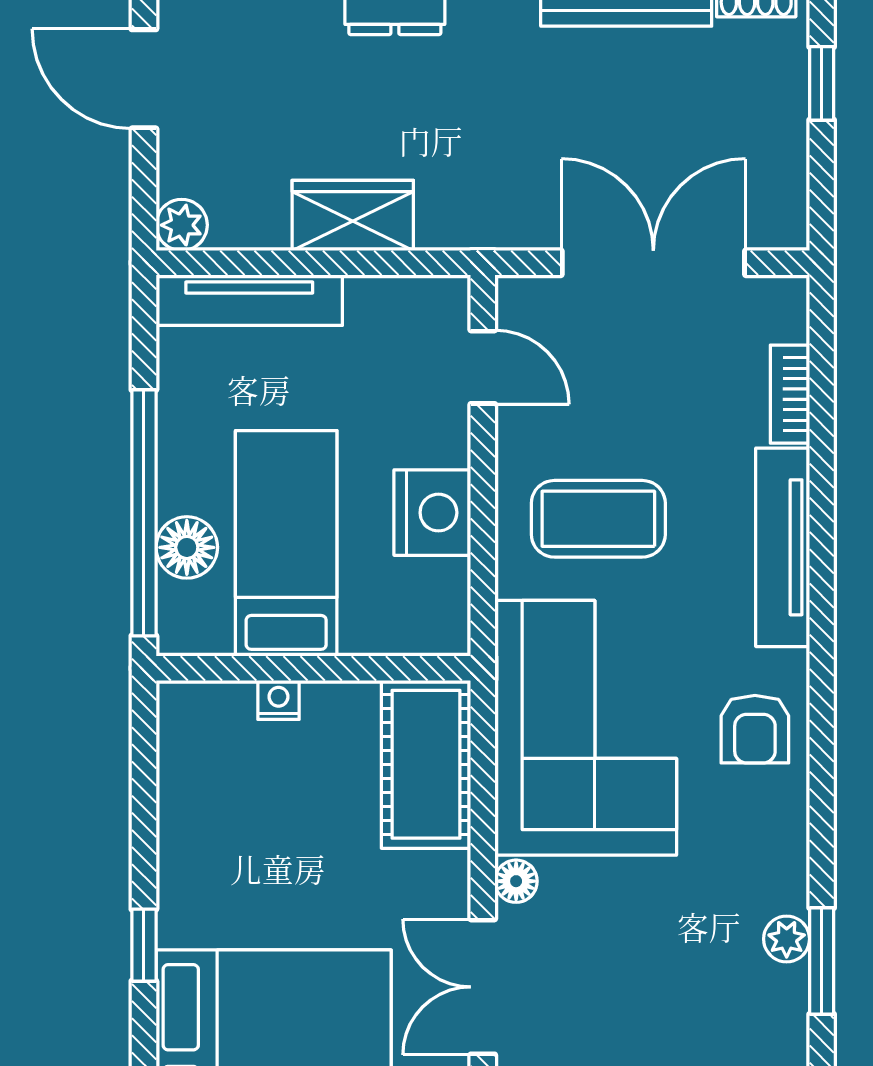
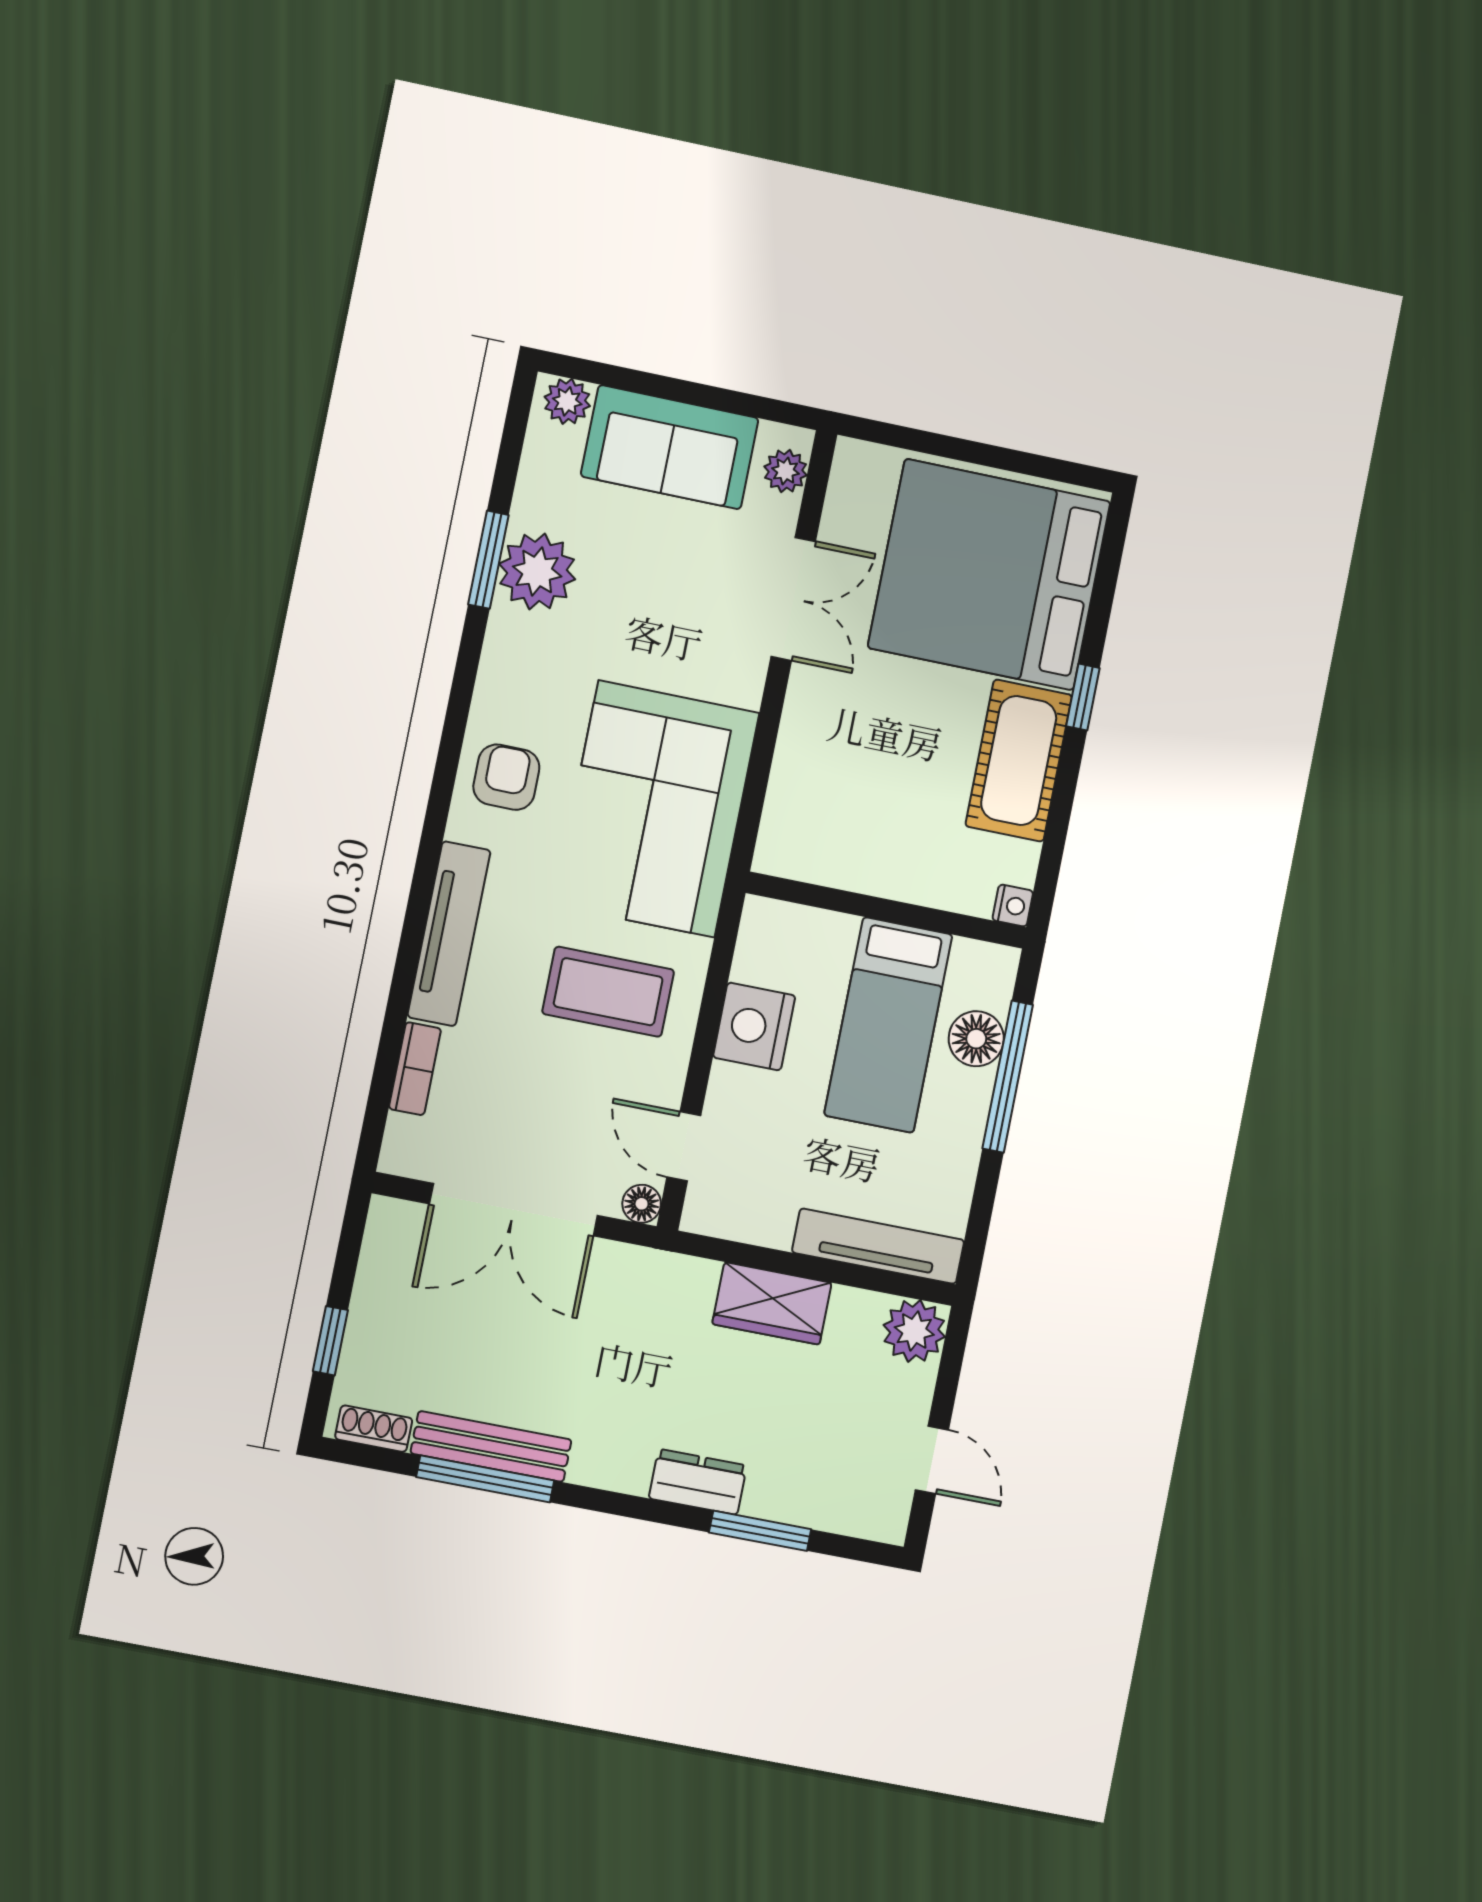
door: (144, 79) -> (932, 1460), width x0.73
plant: (182, 225) -> (914, 1331), width x1.38, depth x1.38
window: (144, 513) -> (1008, 1077), width x0.68
nightstand: (278, 700) -> (1013, 906), moved, turned -90
cot: (426, 764) -> (1019, 760), moved
floor lamp: (516, 881) -> (642, 1204), moved
plant: (787, 939) -> (537, 571), width x1.88, depth x1.88

